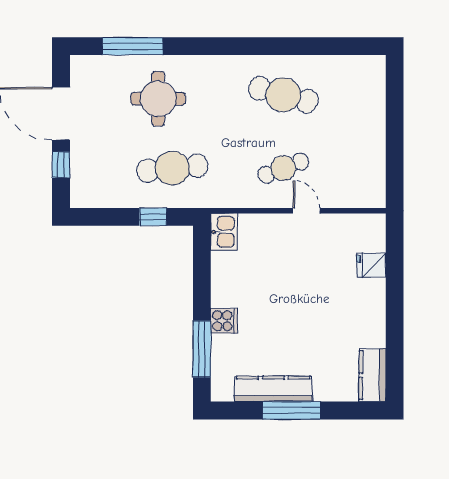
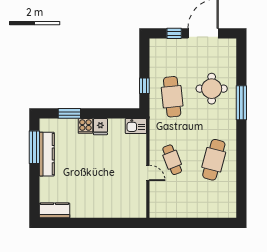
window: (133, 46) -> (241, 103), moved
door: (306, 211) -> (148, 173), hinge flipped
fridge: (371, 265) -> (100, 127), moved, turned 180
window: (202, 349) -> (69, 113), width x0.69
window: (292, 410) -> (34, 147), moved

